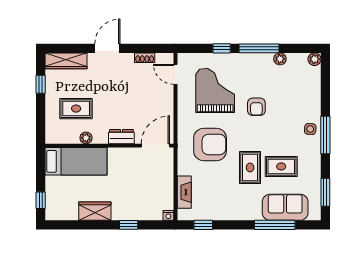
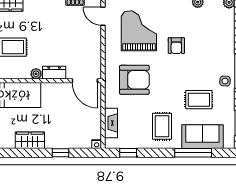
side table: (310, 129) -> (225, 81), moved
plant: (86, 138) -> (36, 74), moved
door: (155, 146) -> (85, 81), swing flipped
rug: (250, 167) -> (162, 126), moved

